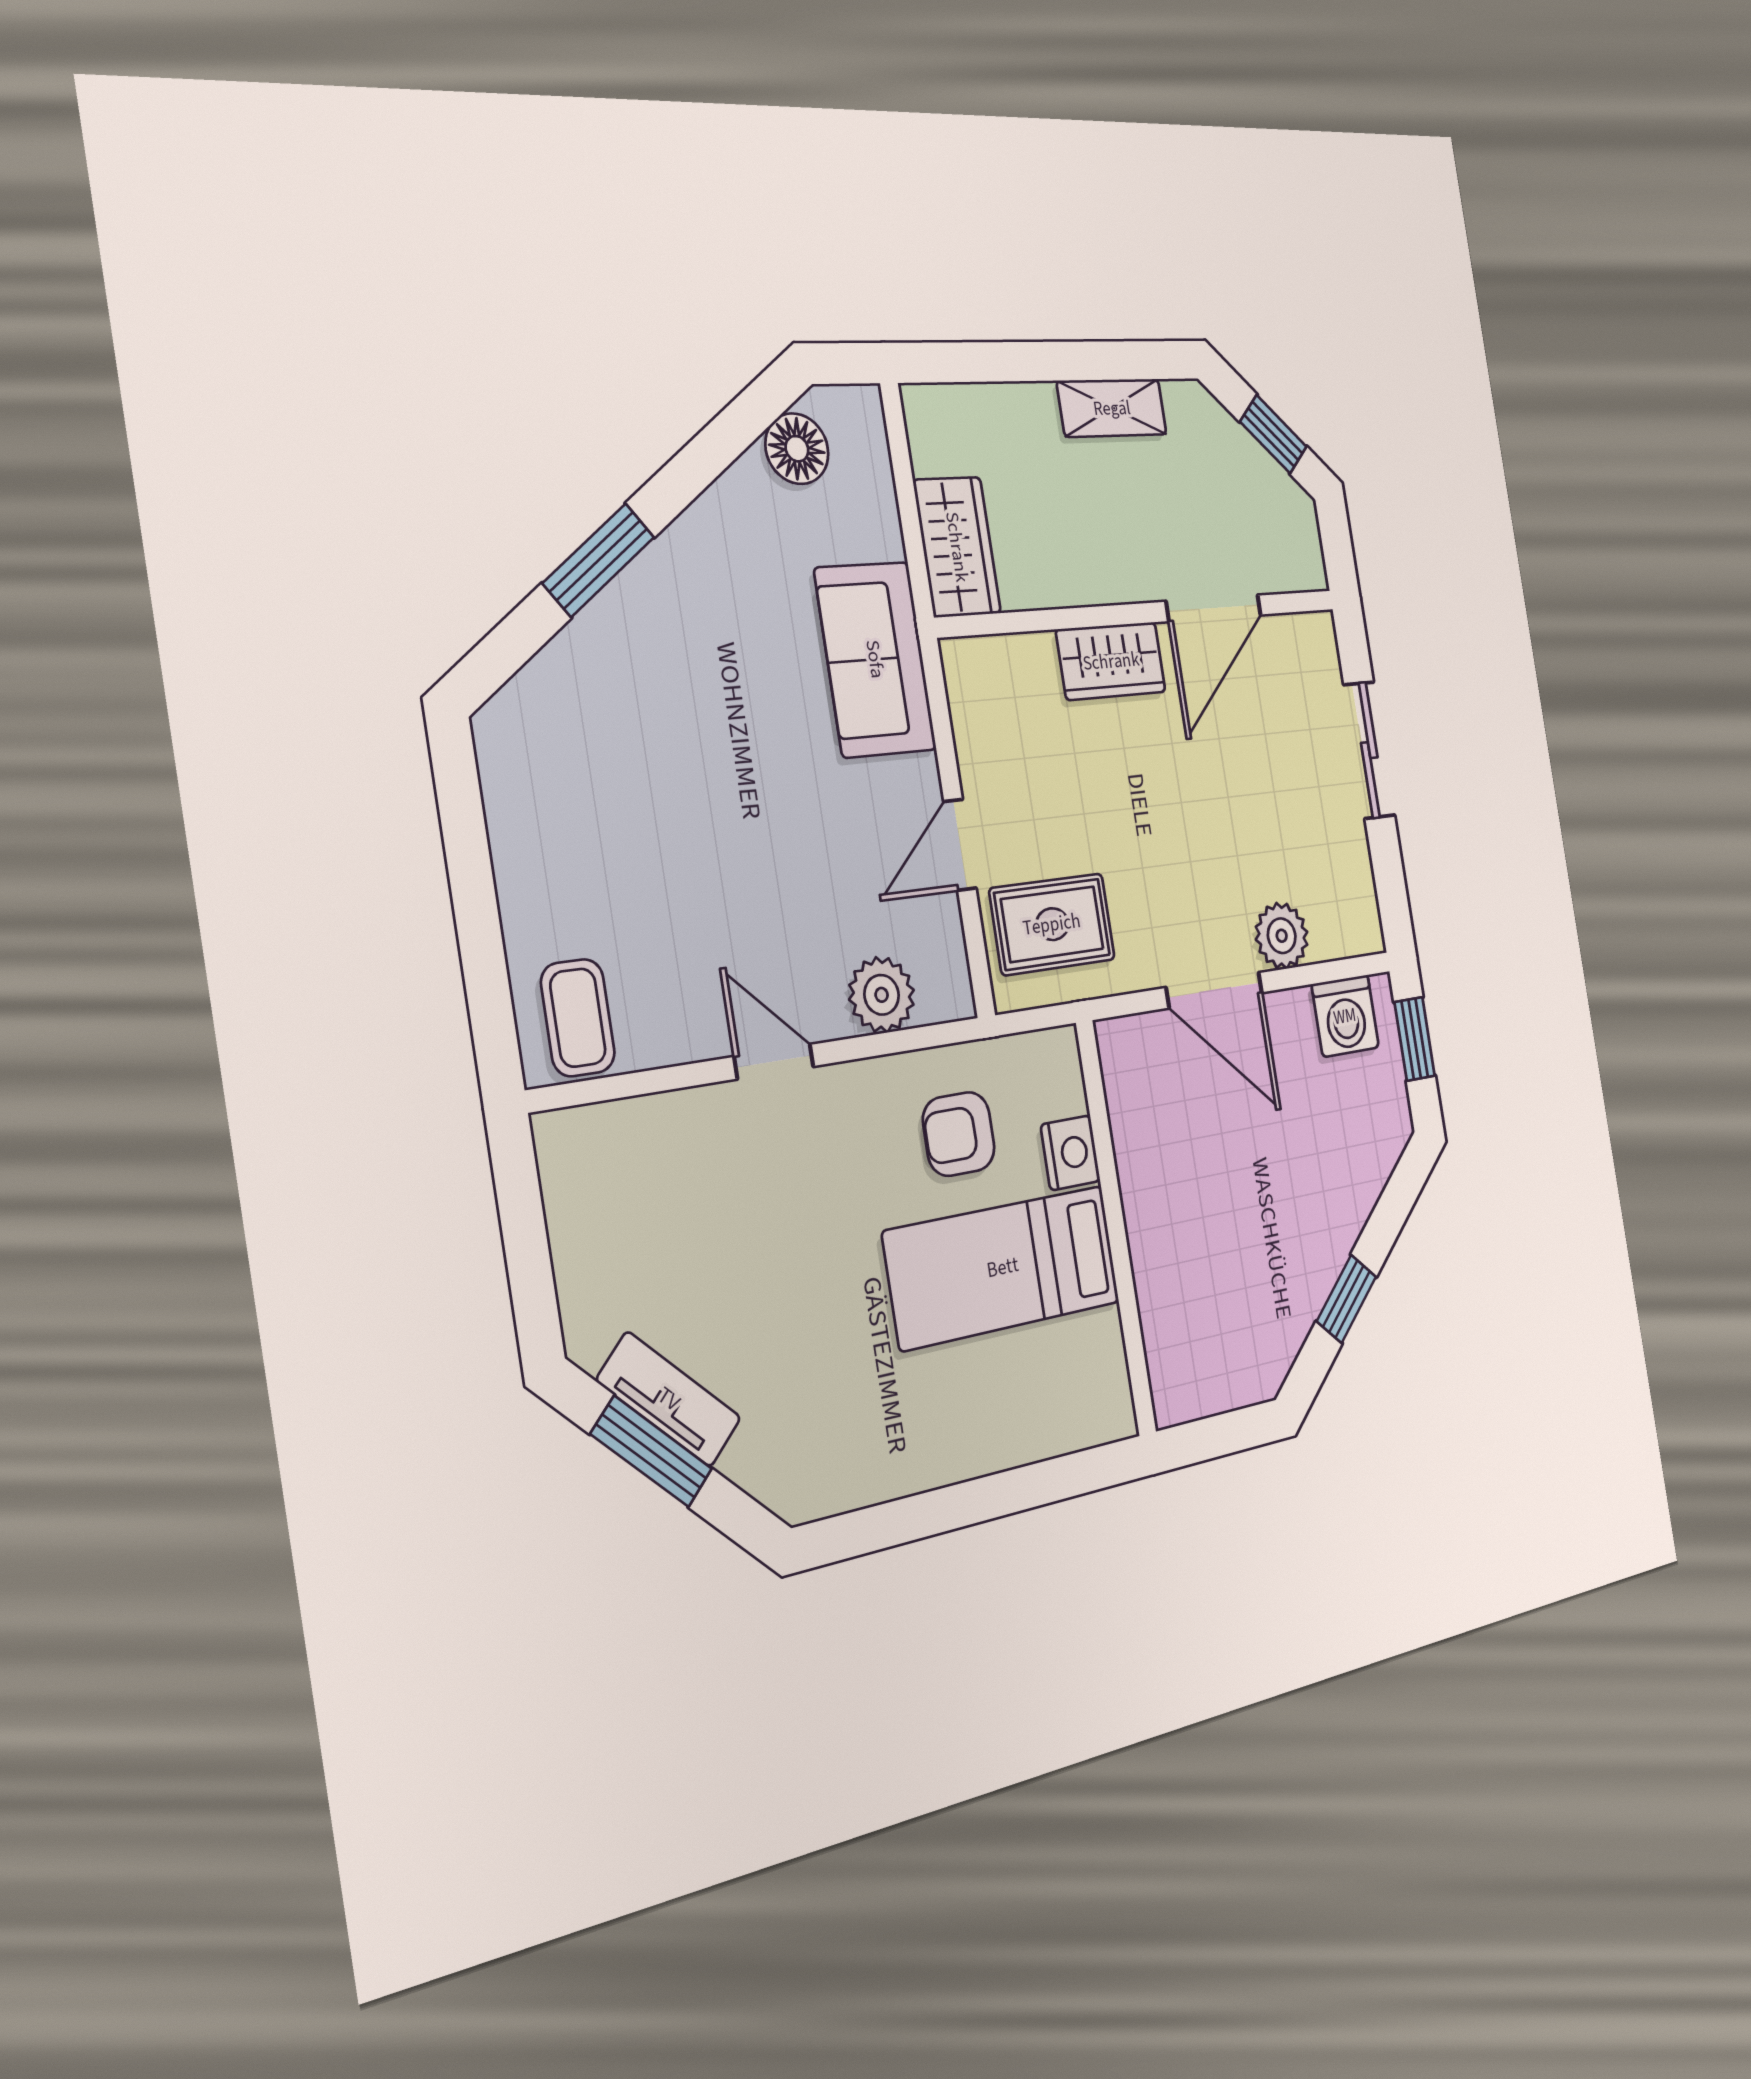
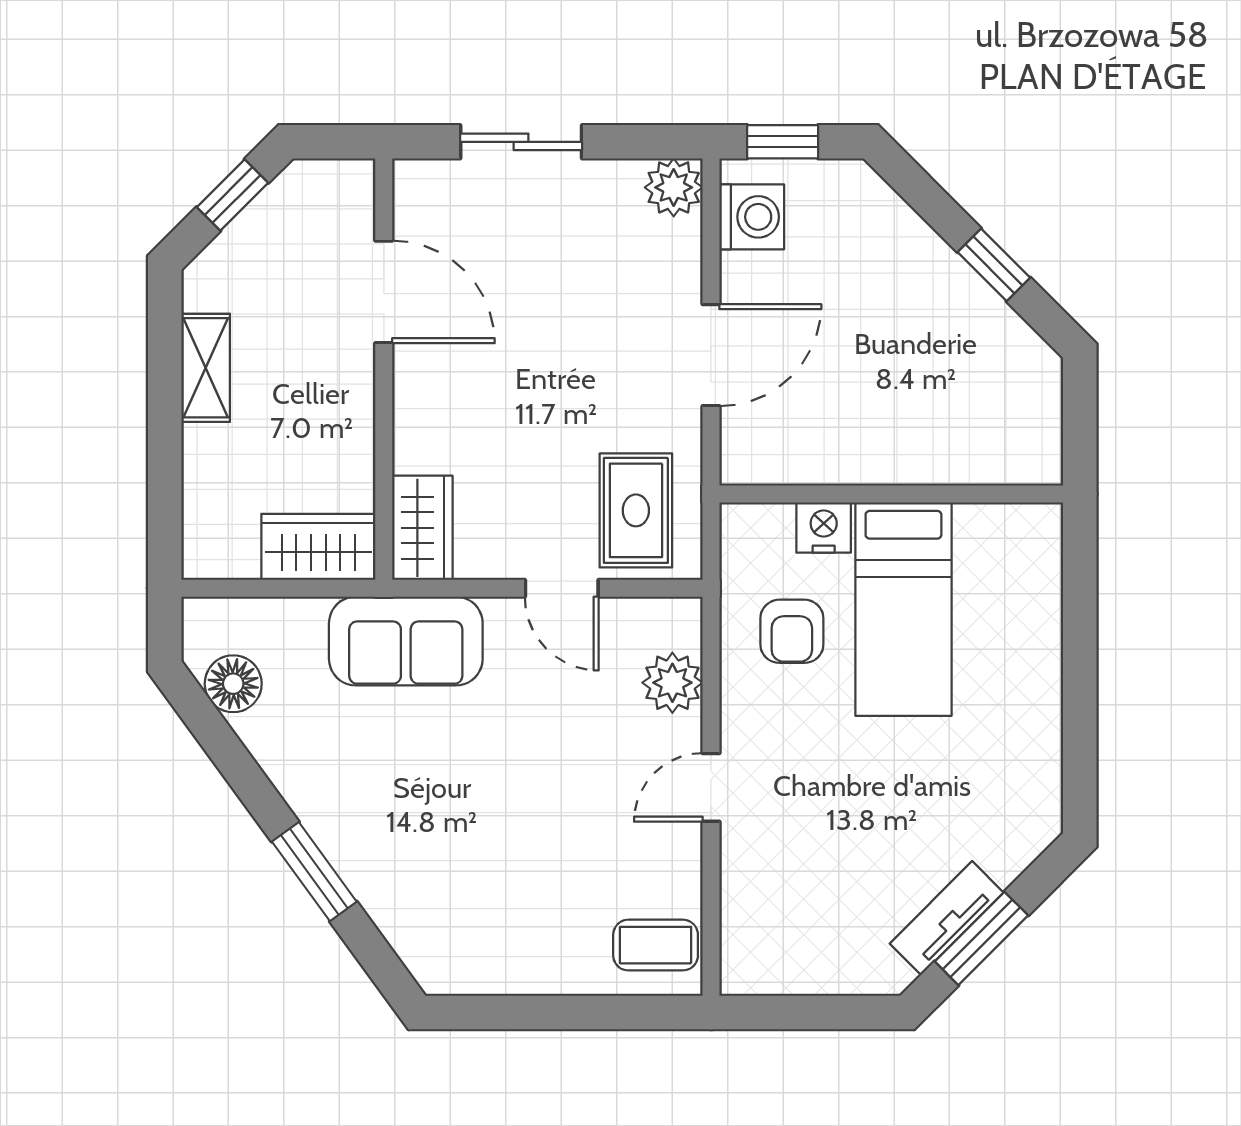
wardrobe: (1111, 661) -> (422, 528), moved
plant: (1282, 936) -> (674, 187), moved

